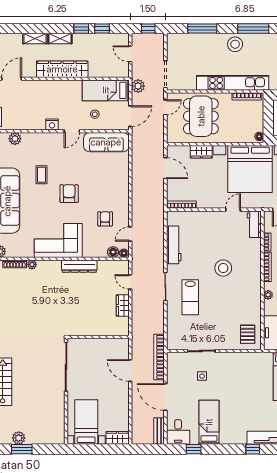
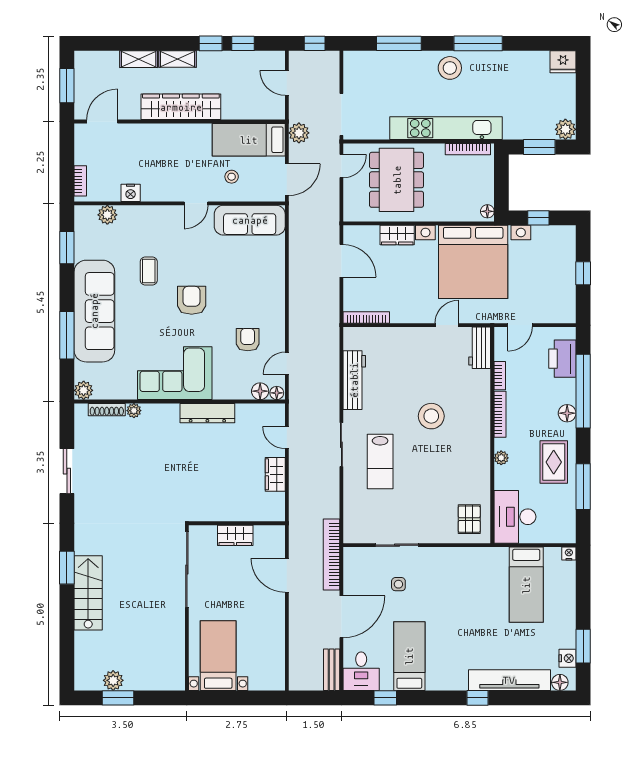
nightstand: (52, 124) -> (131, 193), moved
door: (165, 397) -> (341, 617), swing flipped
wardrobe: (117, 438) -> (235, 535), moved, turned 180

